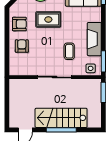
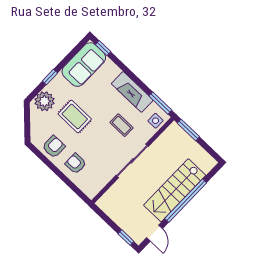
rug: (48, 19) -> (75, 117), turned 90
window: (7, 116) -> (126, 238), added
window: (61, 130) -> (186, 201), width x1.46

